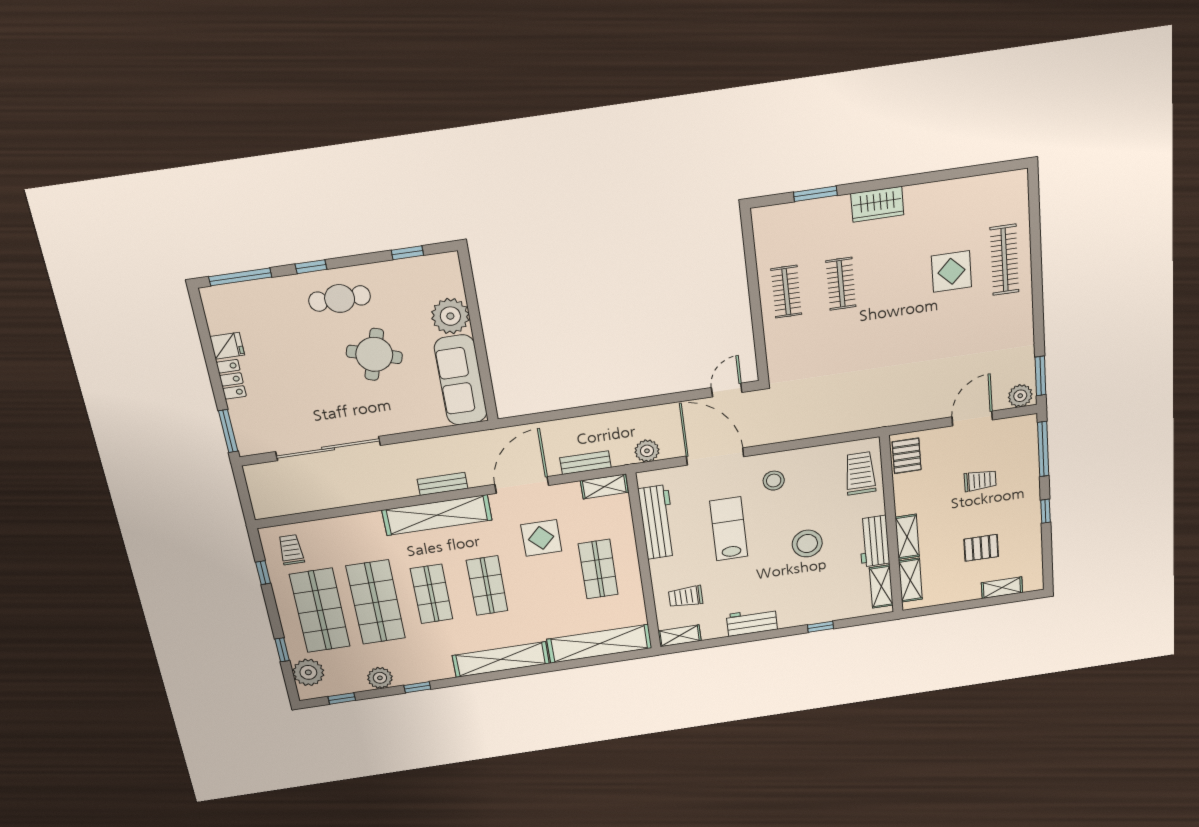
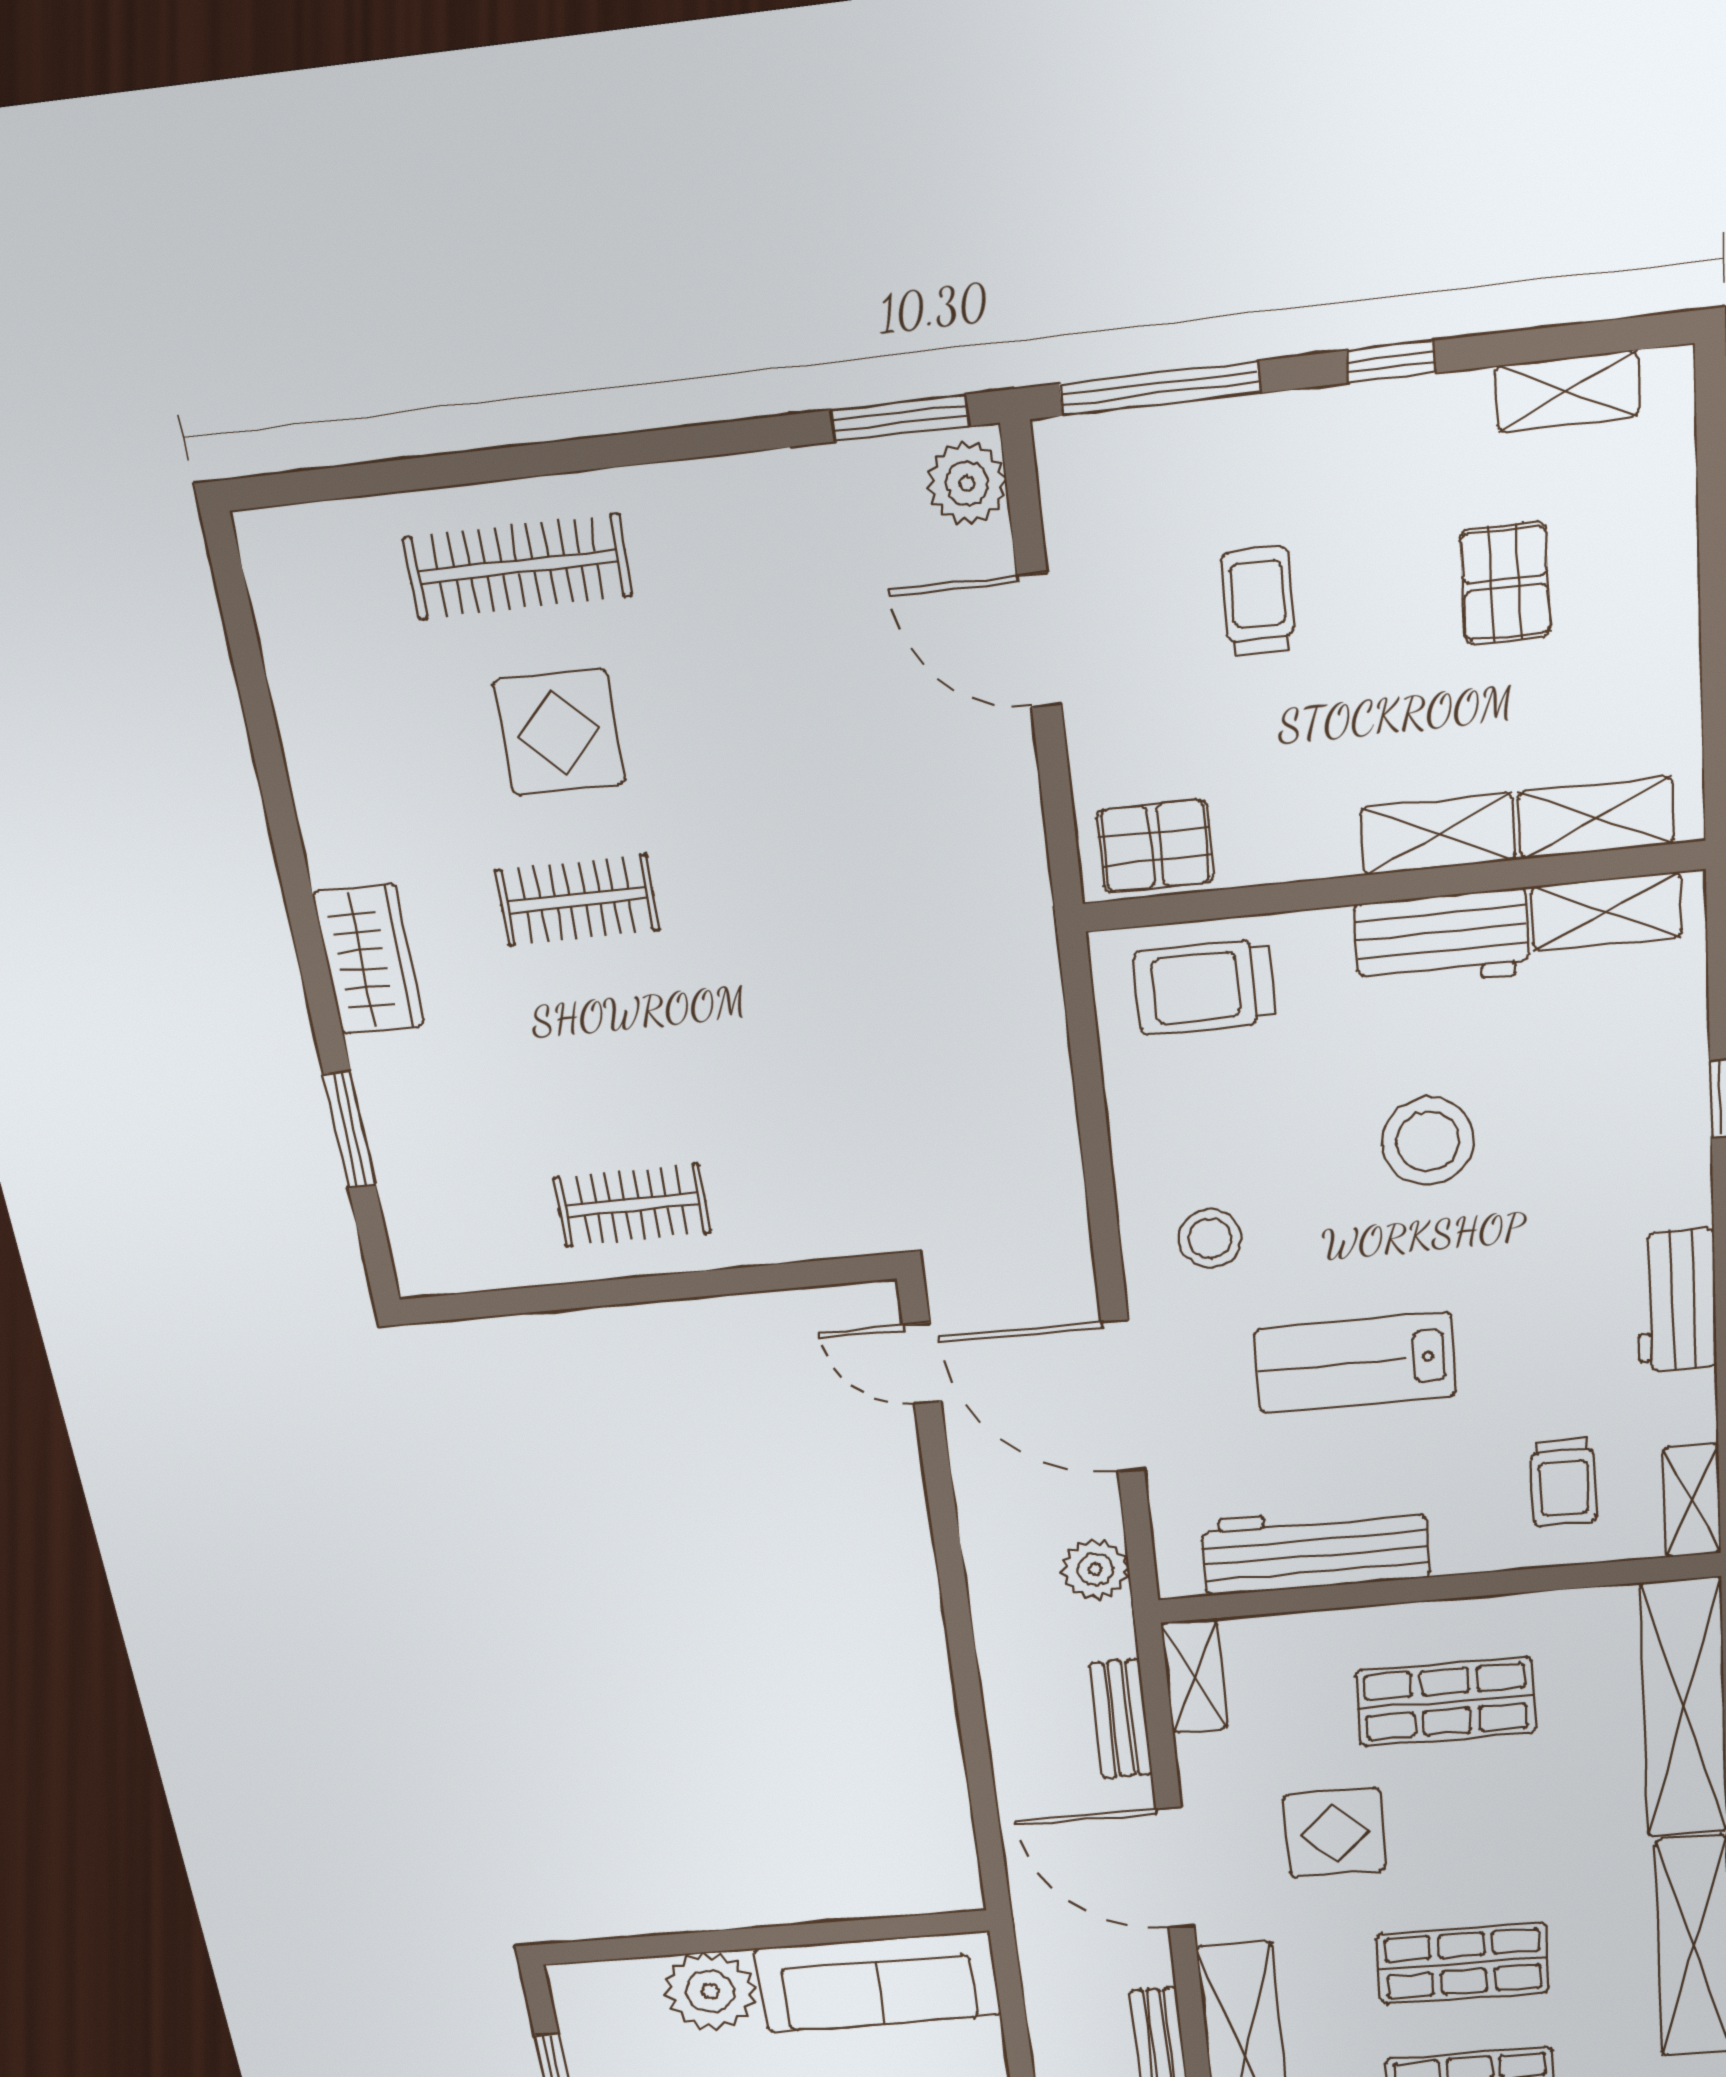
clothes rail: (841, 284) -> (577, 900), moved
door: (715, 456) -> (1123, 1396), hinge flipped
shelving: (1002, 588) -> (1567, 391), moved, turned 90

